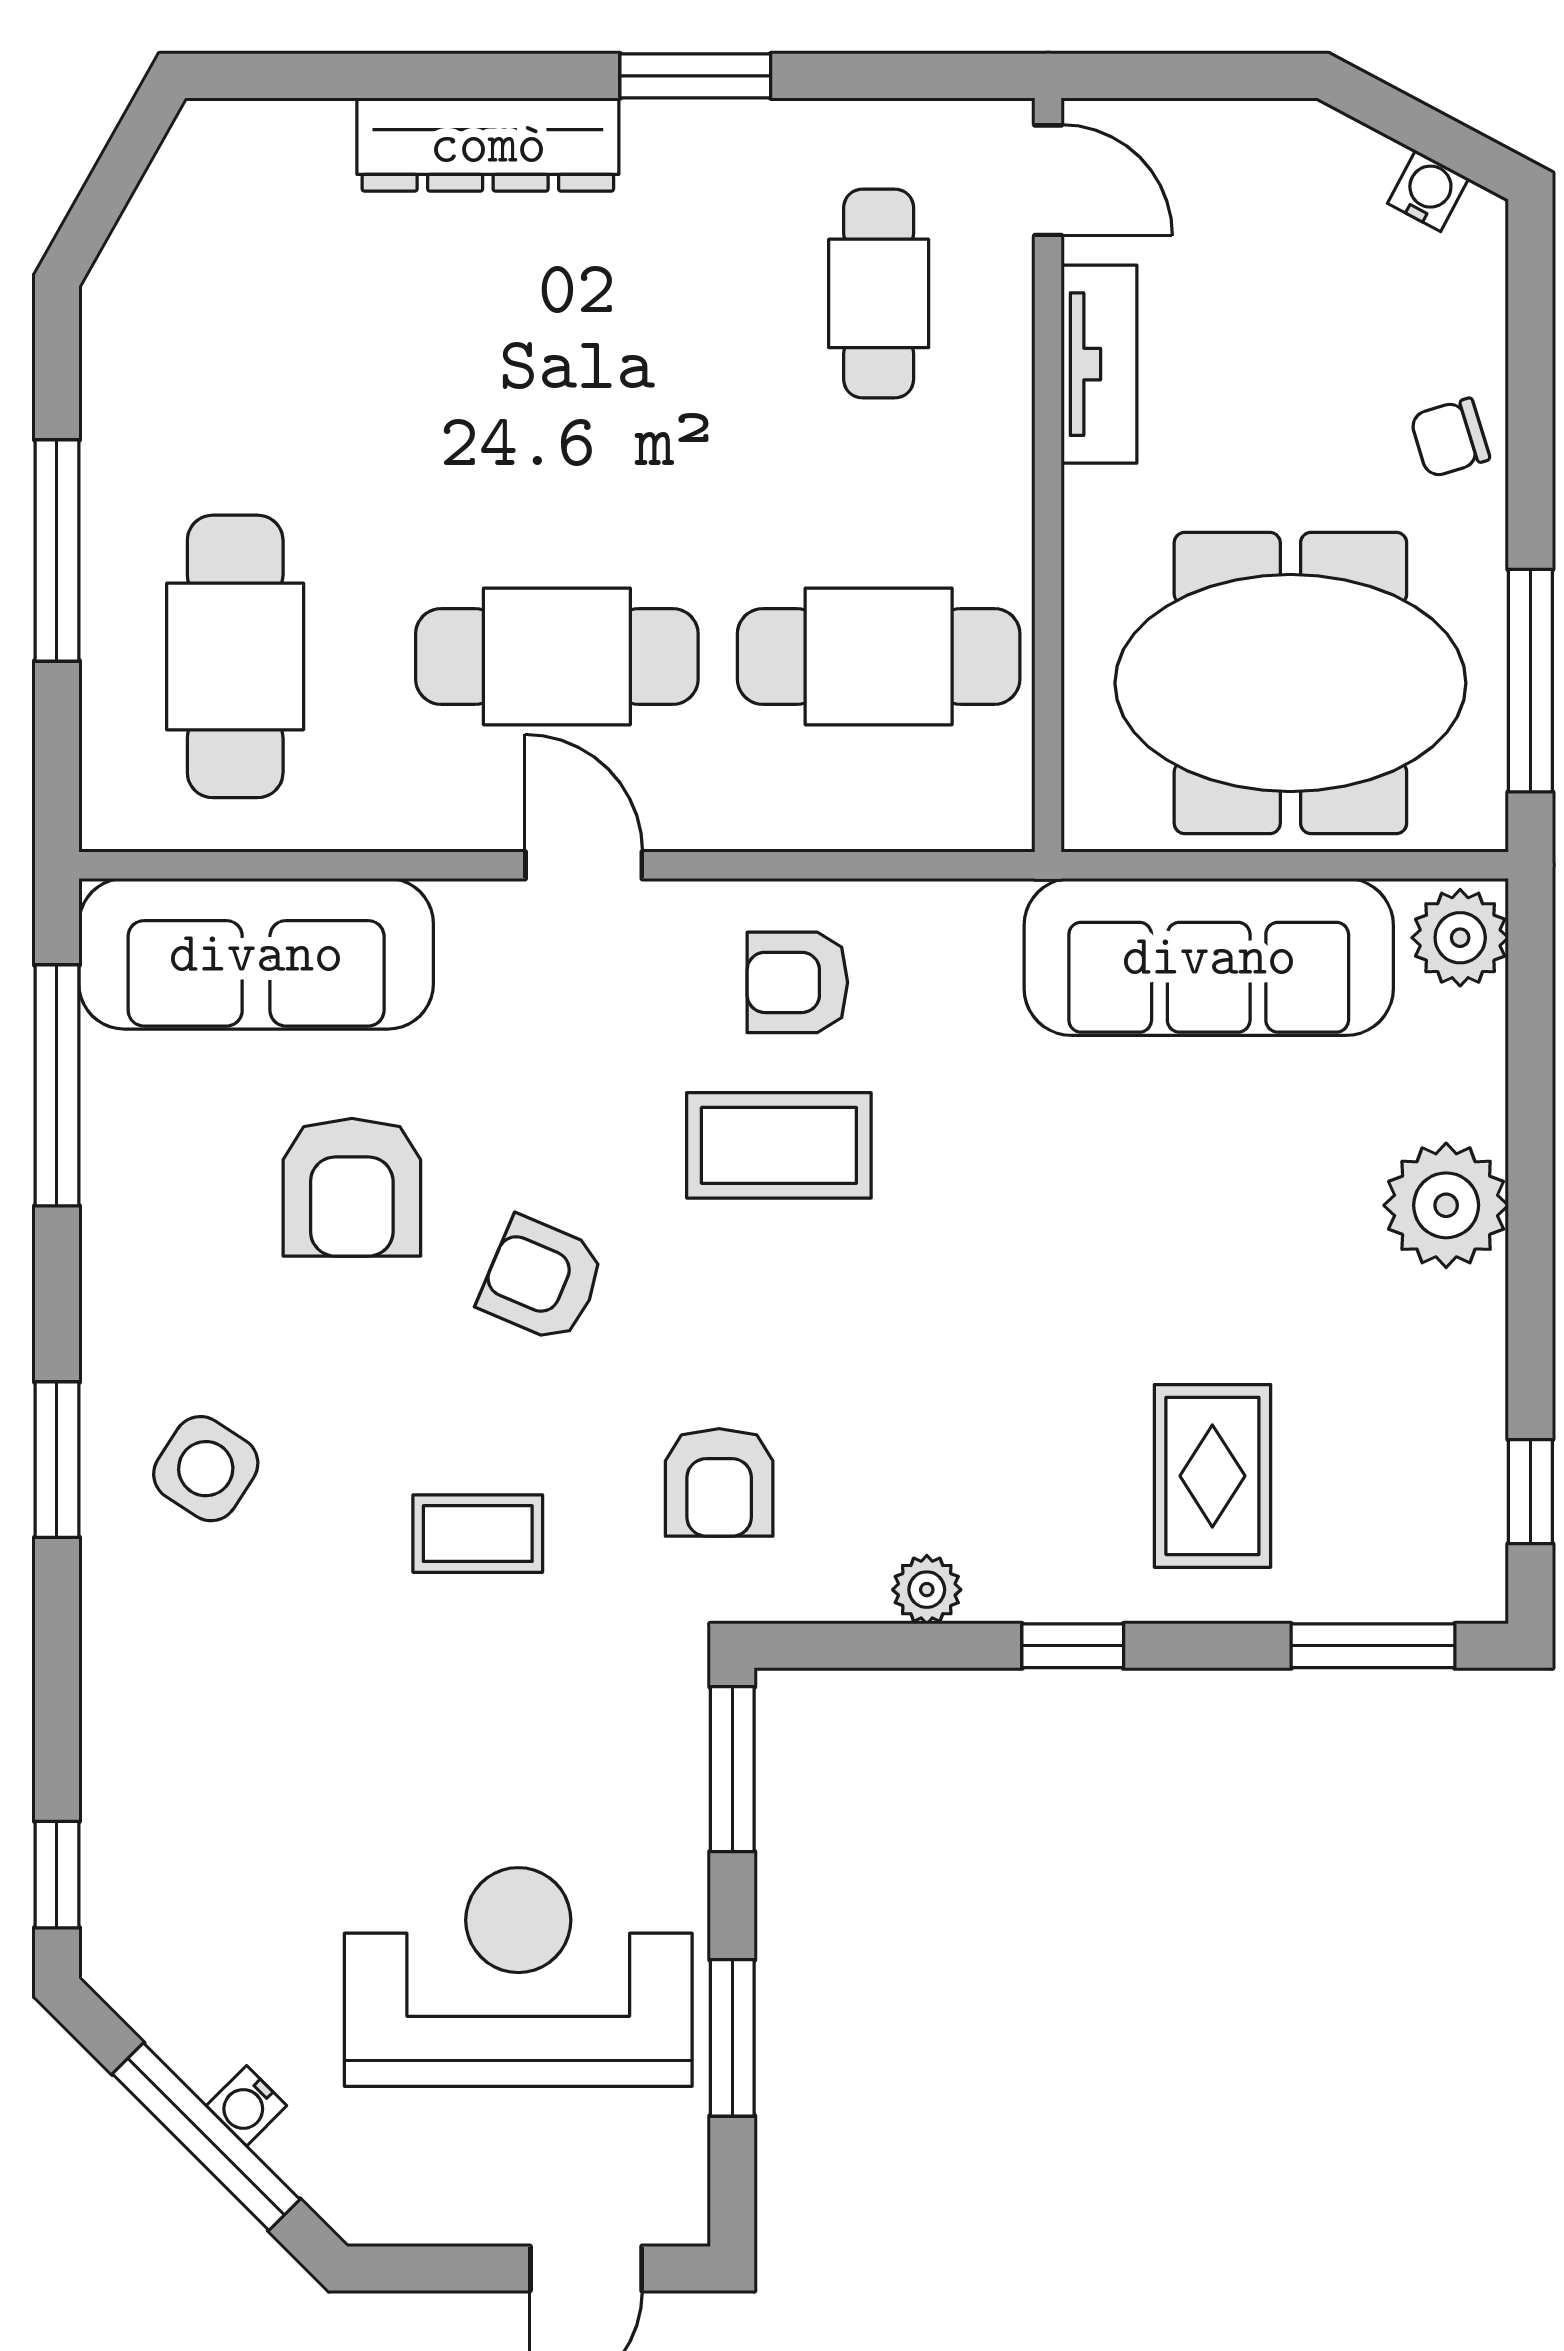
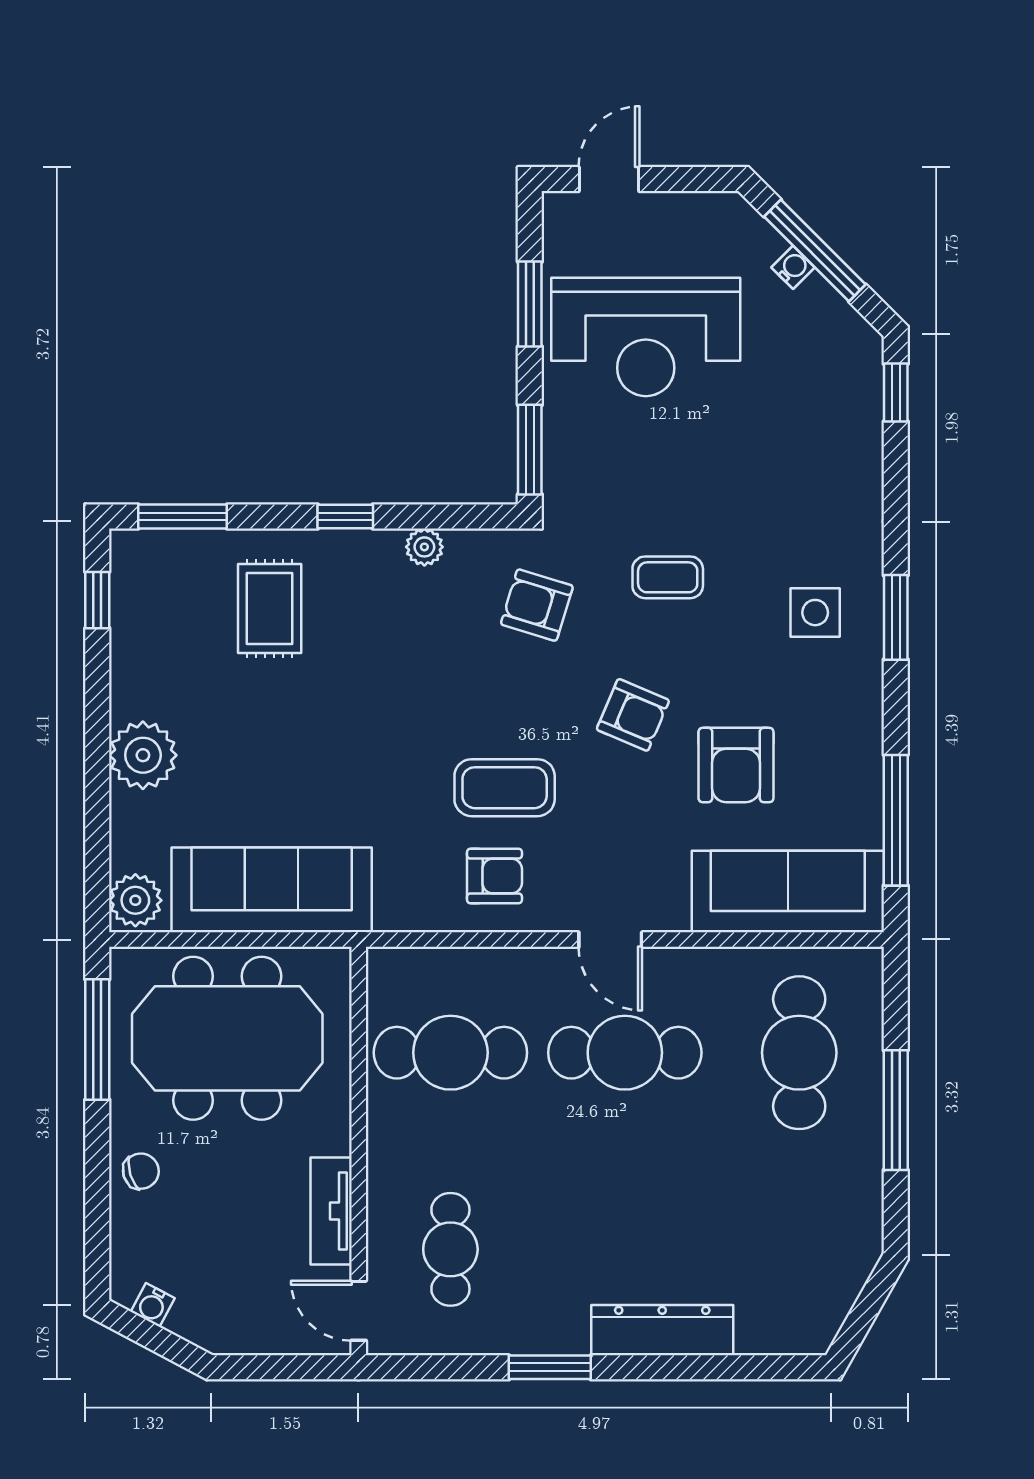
armchair: (352, 1187) -> (736, 765), turned 180
side table: (206, 1469) -> (815, 613), turned -33
armchair: (719, 1482) -> (537, 605), turned -73

